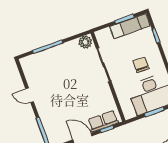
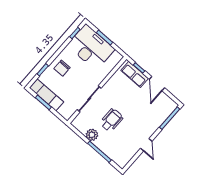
plant: (85, 42) -> (92, 135), moved
chair: (141, 65) -> (62, 68), moved
wheelchair: (71, 75) -> (112, 120), added

